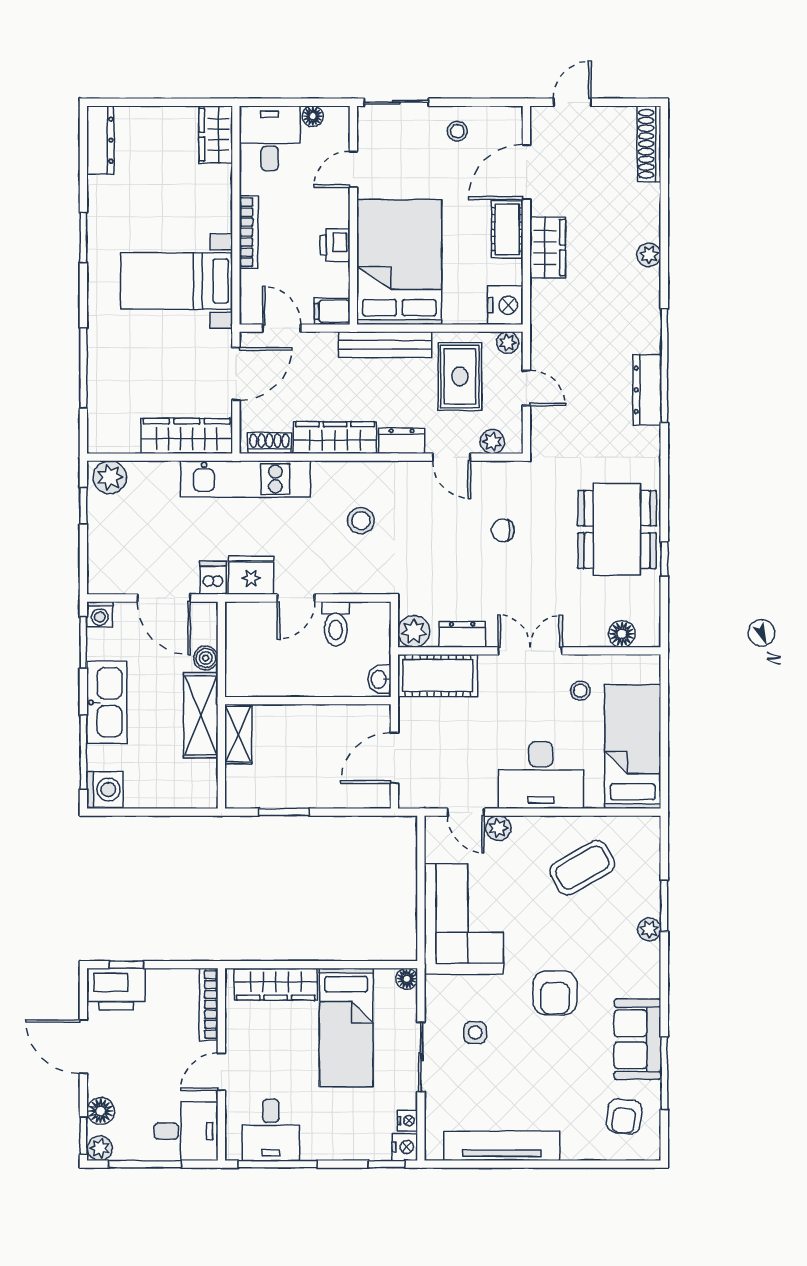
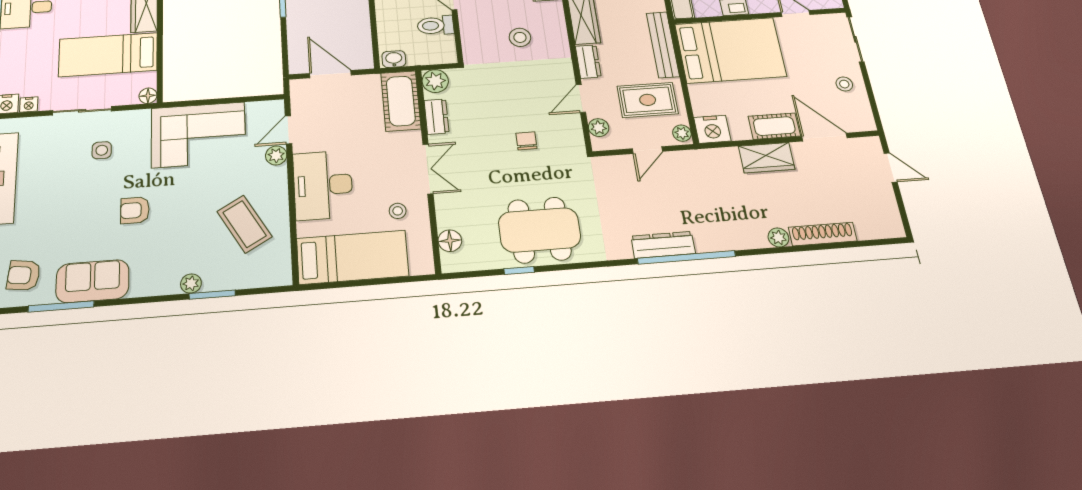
shoe rack: (649, 144) -> (823, 234), moved
armchair: (555, 993) -> (135, 210), width x0.72, depth x0.72

